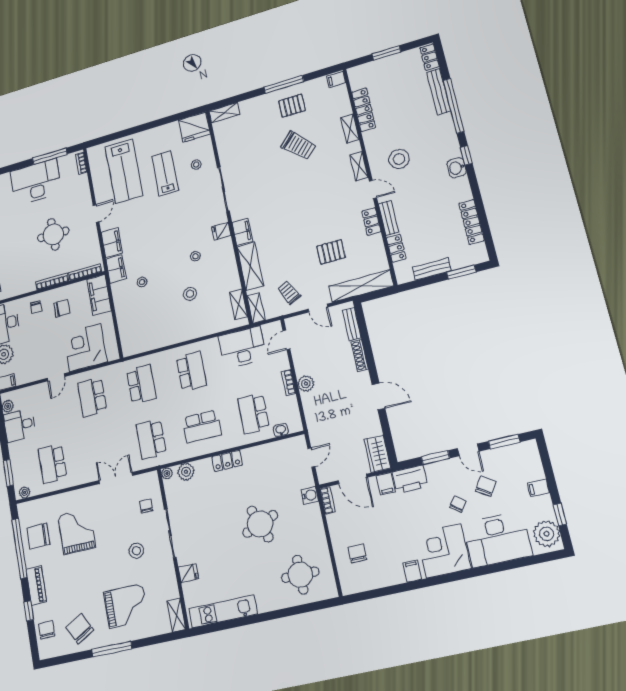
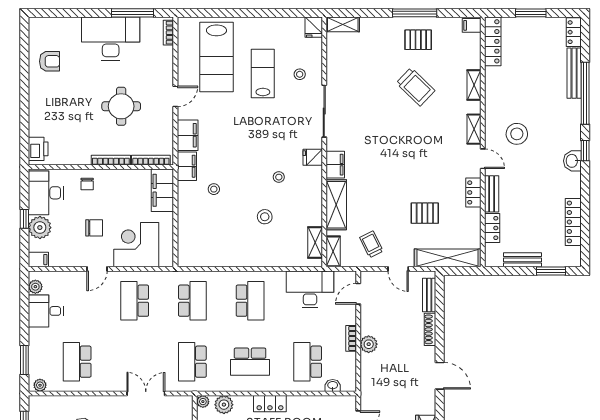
locker: (364, 110) -> (493, 41), moved
fridge: (194, 127) -> (314, 27), width x0.53, depth x0.75
chair: (62, 308) -> (94, 228), moved

